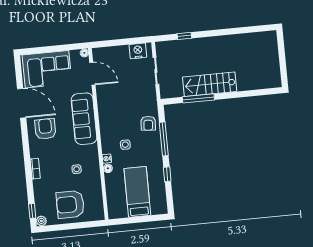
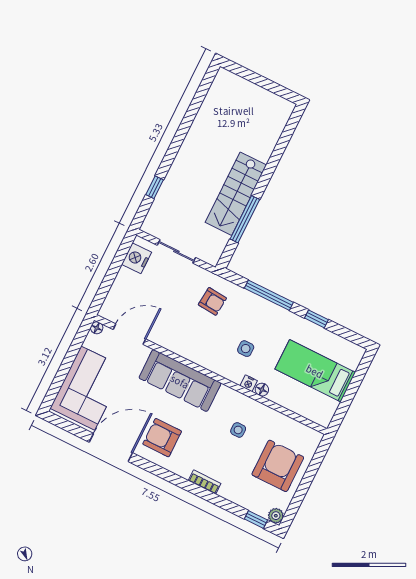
armchair: (148, 123) -> (212, 301), moved
armchair: (70, 204) -> (278, 466), turned 180

